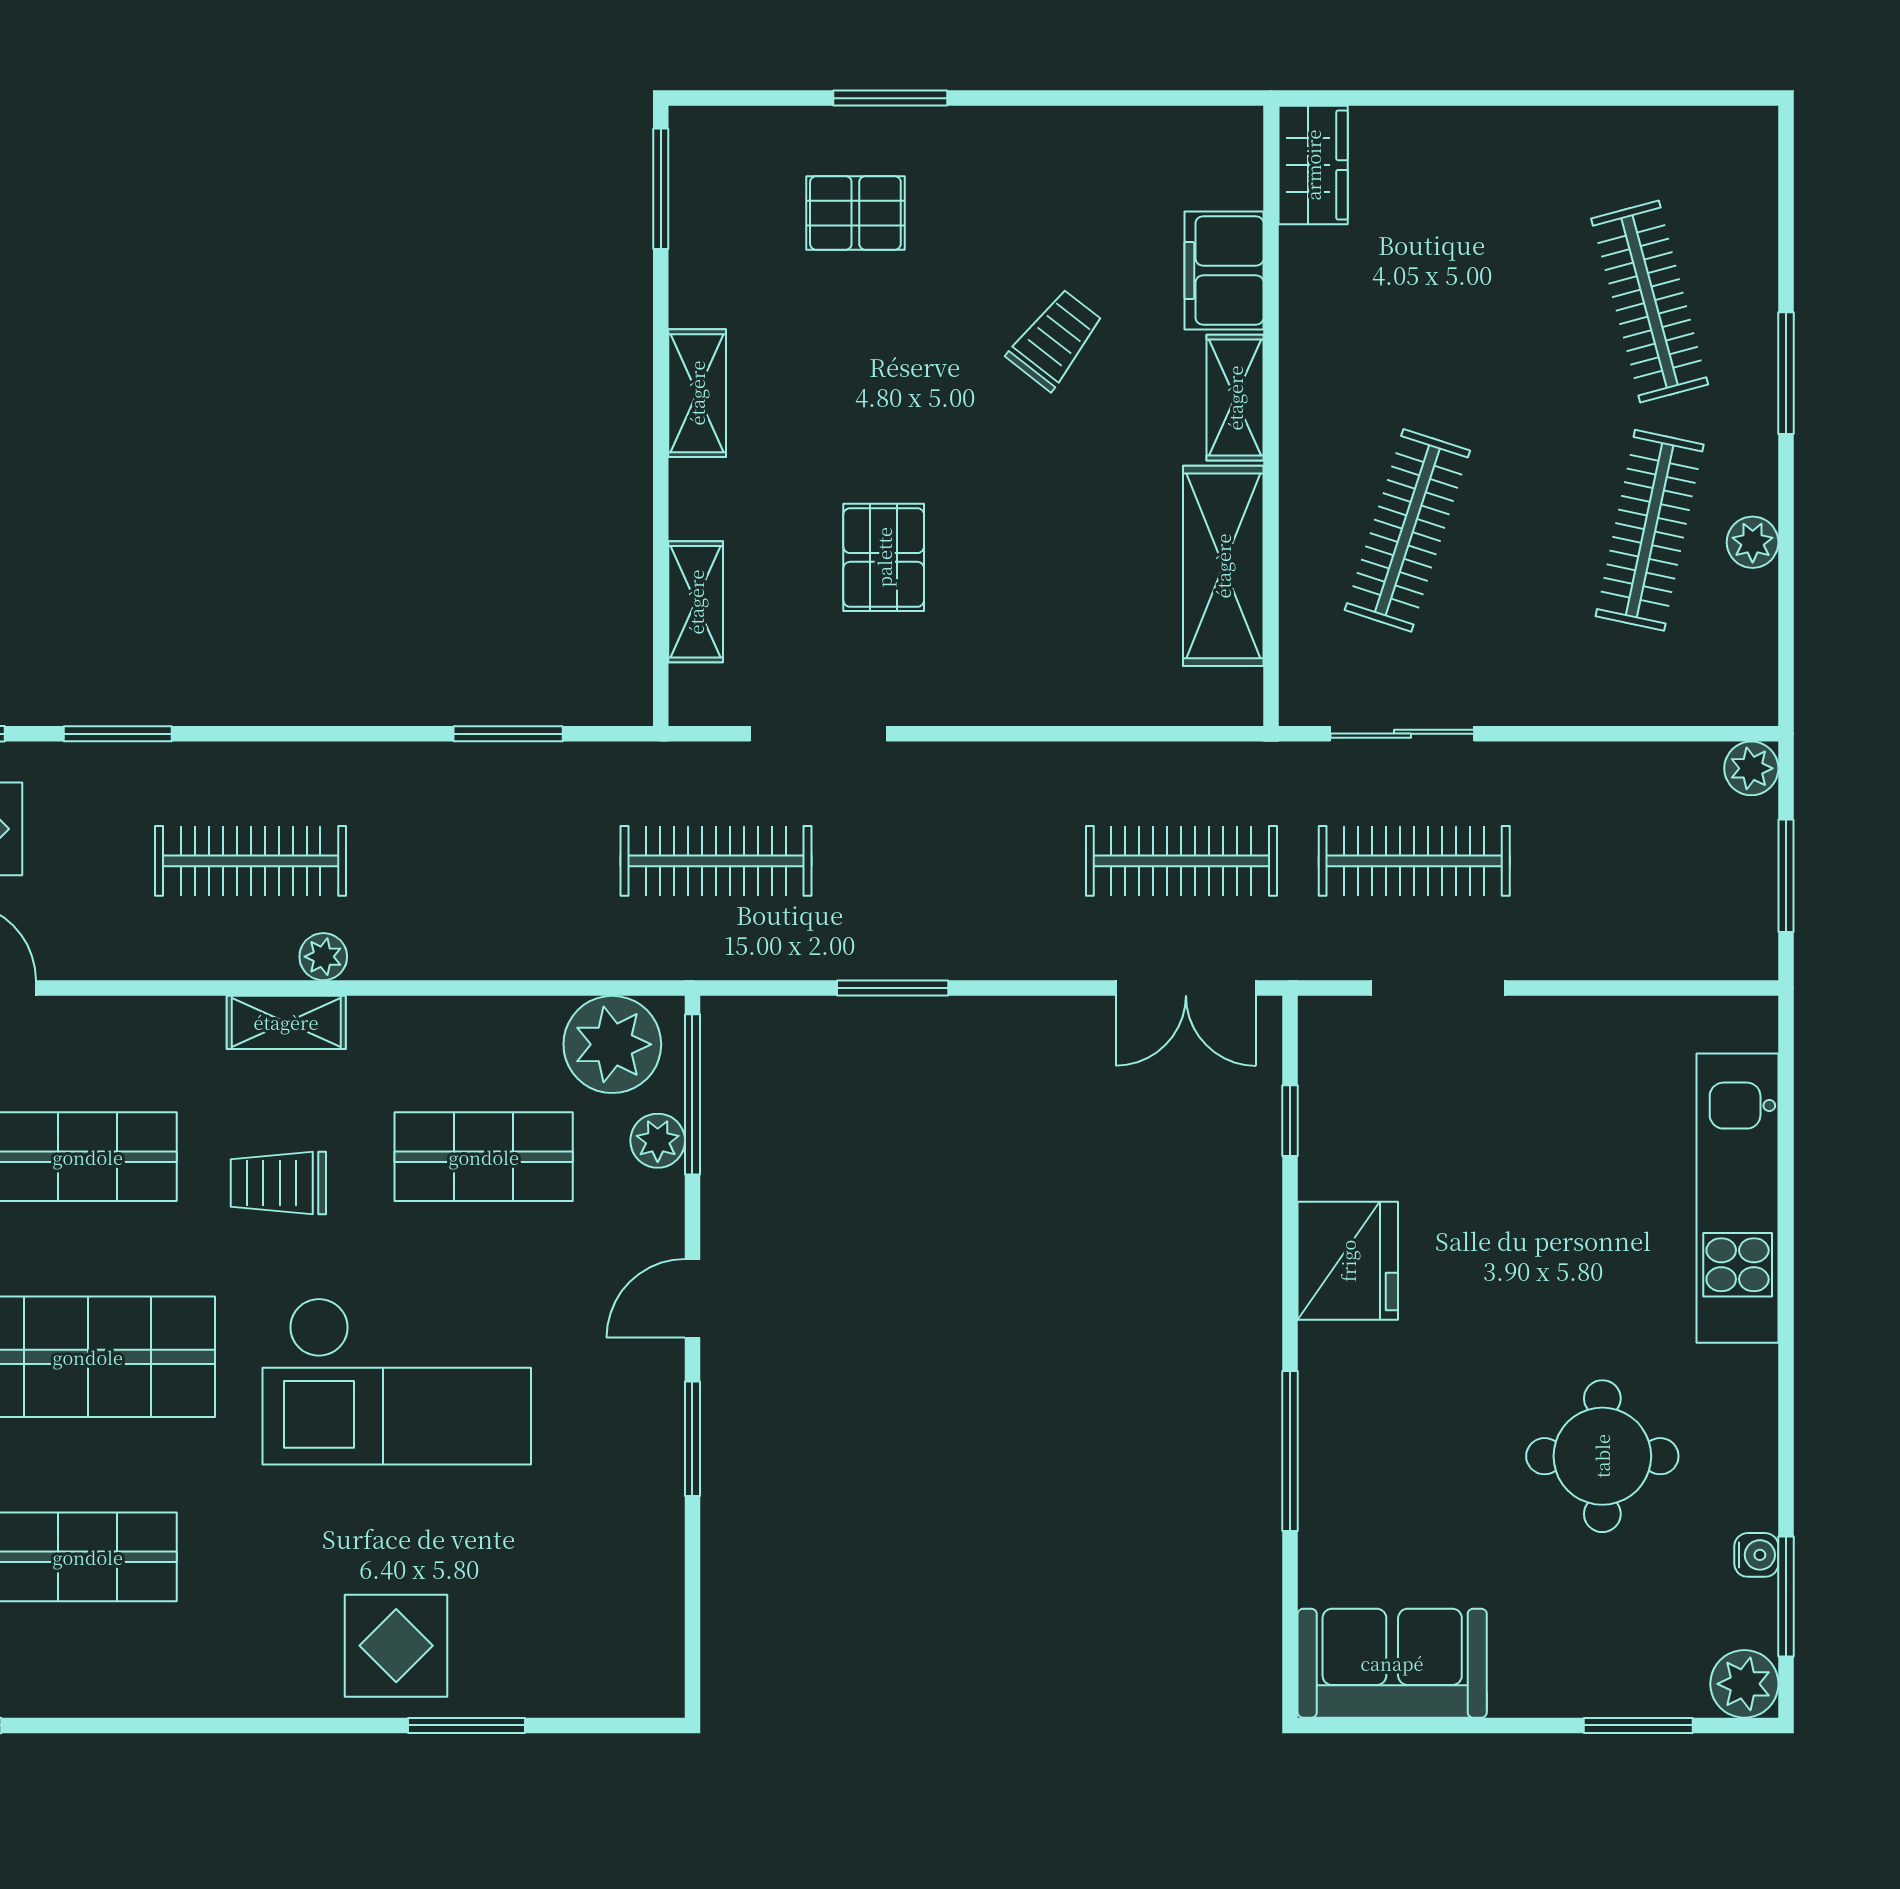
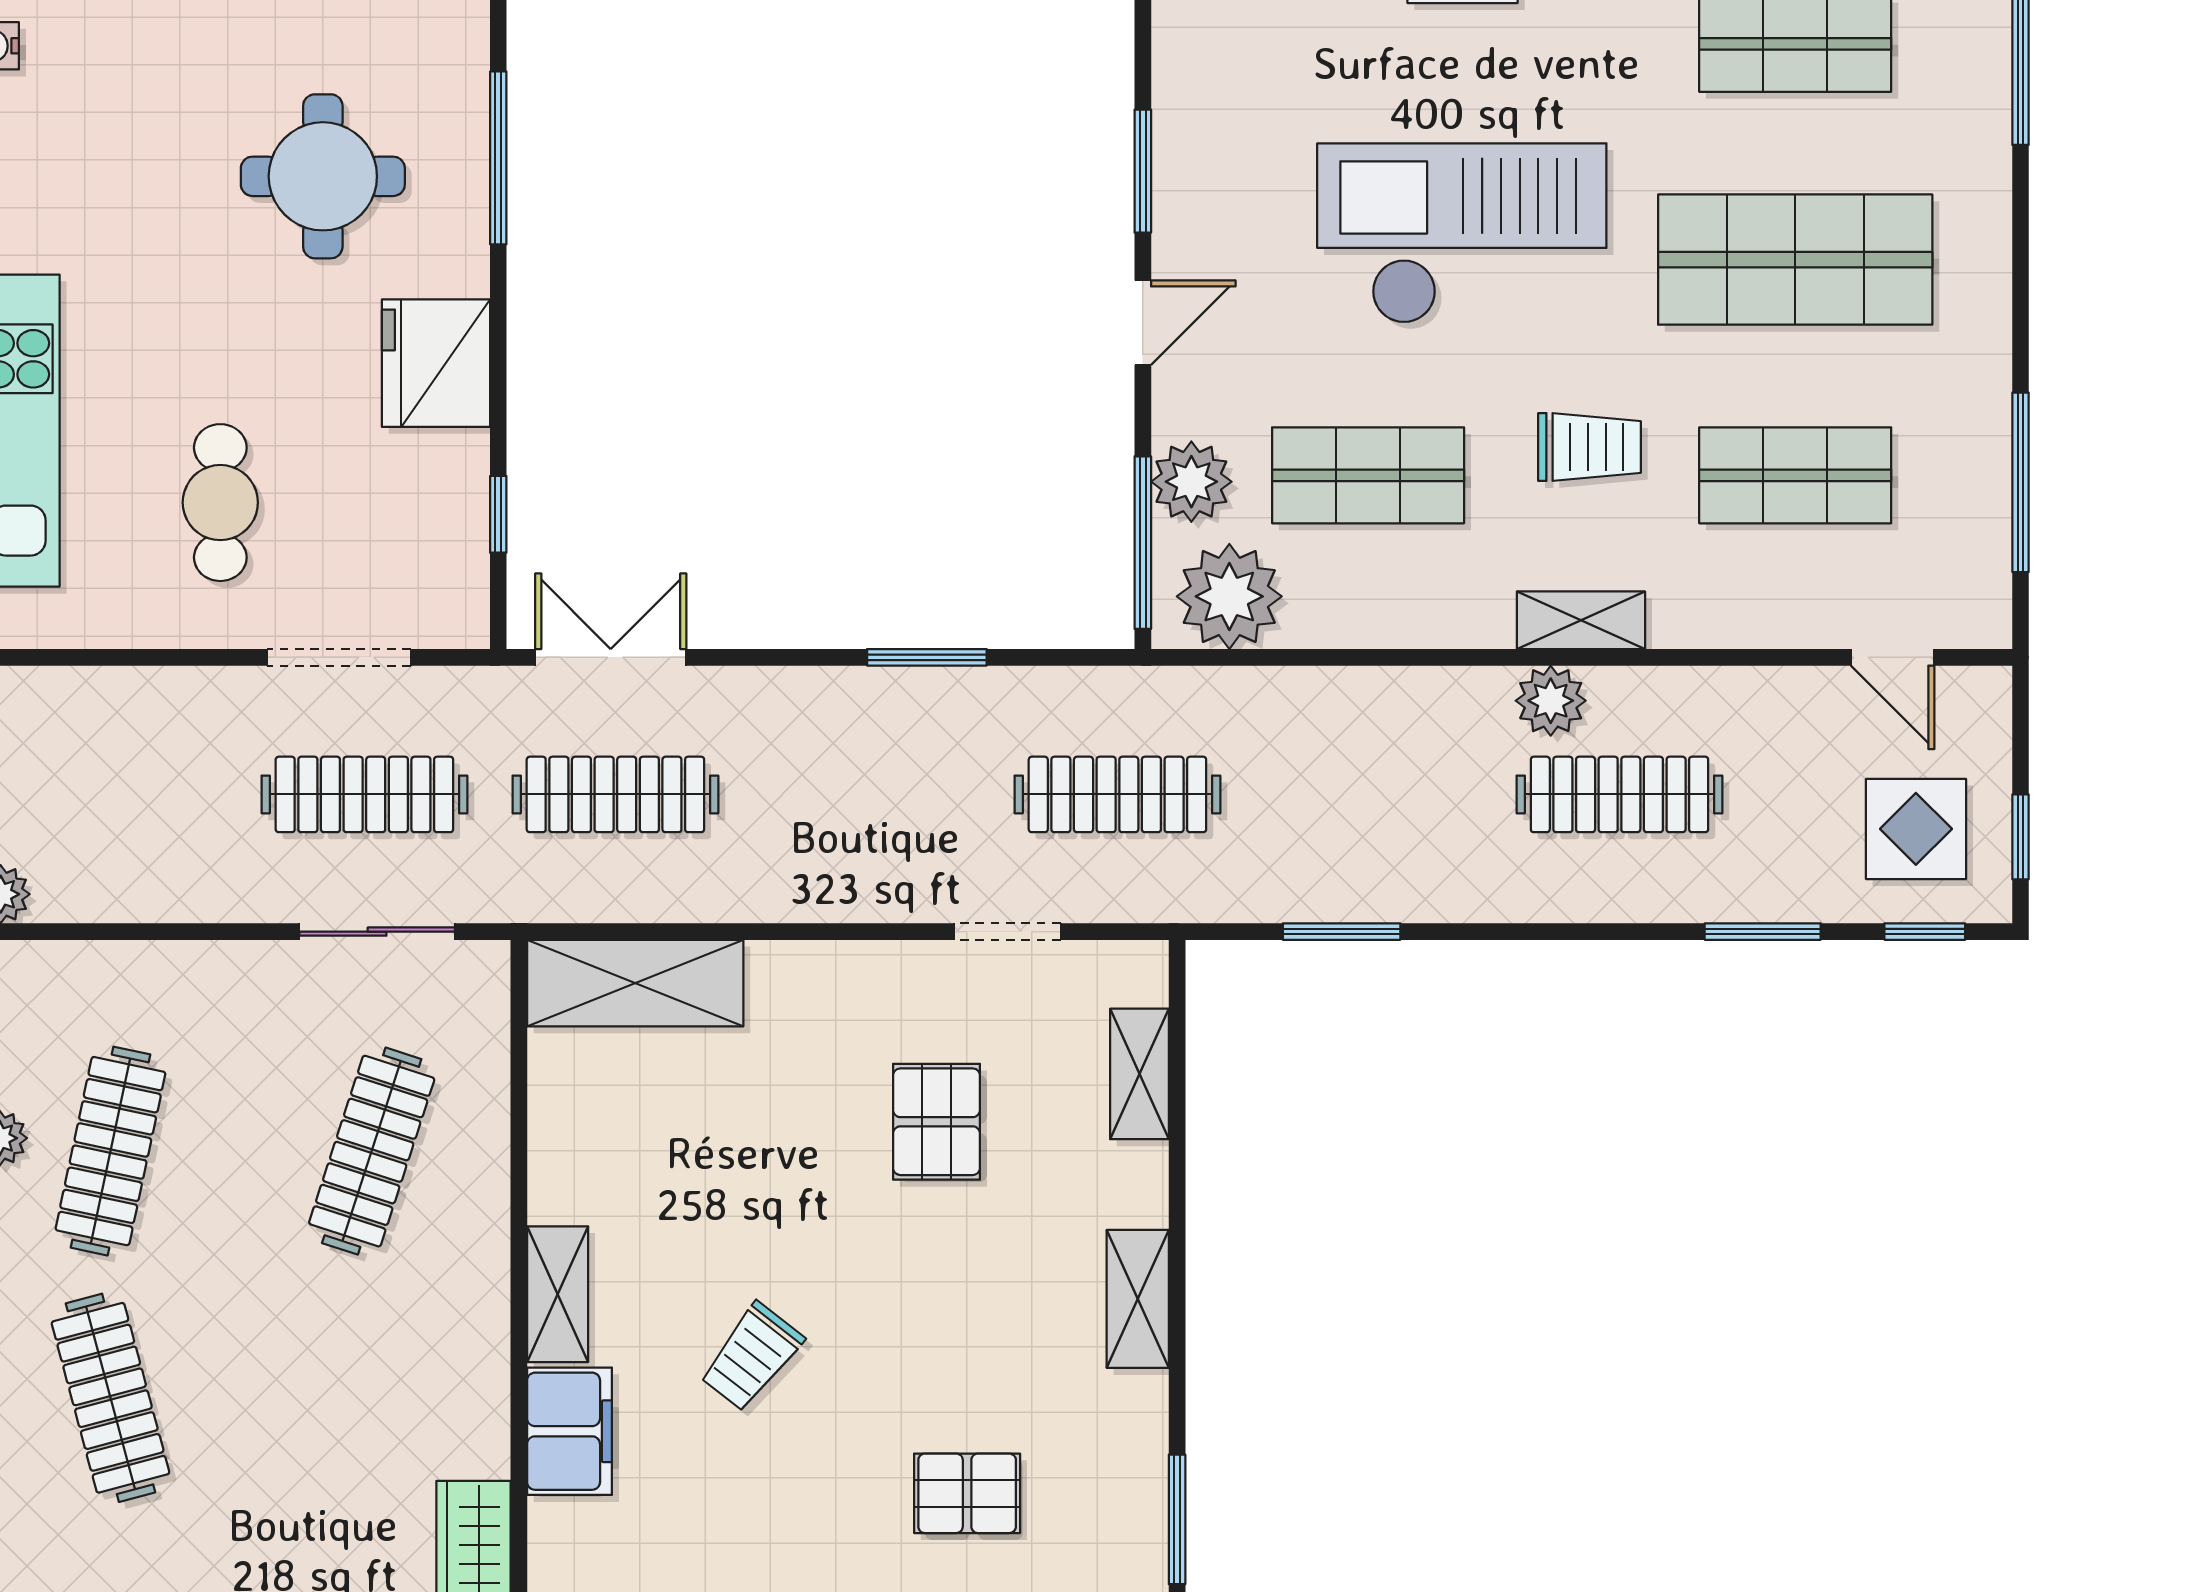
shelving: (1223, 566) -> (635, 983), moved, turned 90
doorway: (818, 734) -> (1007, 932), width x0.73
plant: (323, 957) -> (1551, 701), width x1.38, depth x1.38
cafe table: (1548, 1131) -> (220, 503), added
plant: (658, 1141) -> (1191, 482), width x1.38, depth x1.38
round table: (1602, 1456) -> (323, 176), moved

